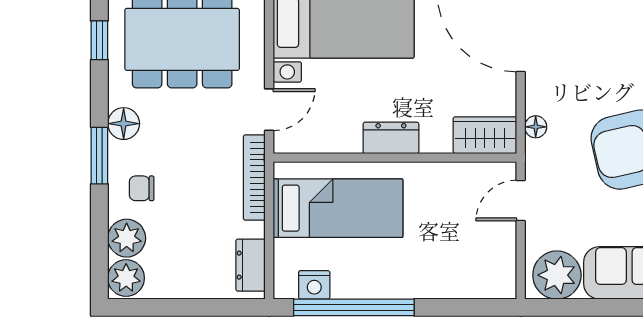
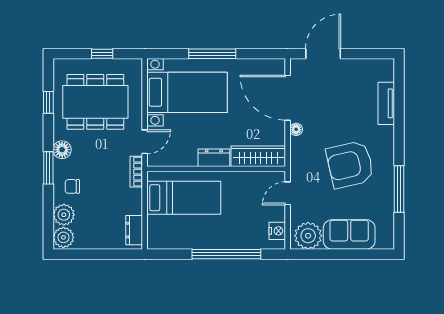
floor lamp: (536, 127) -> (296, 129), moved
wardrobe: (485, 135) -> (258, 156), width x1.50
bookcase: (254, 178) -> (136, 172), width x0.64
nightstand: (314, 285) -> (277, 231), moved, turned -90
window: (354, 307) -> (226, 254), moved

